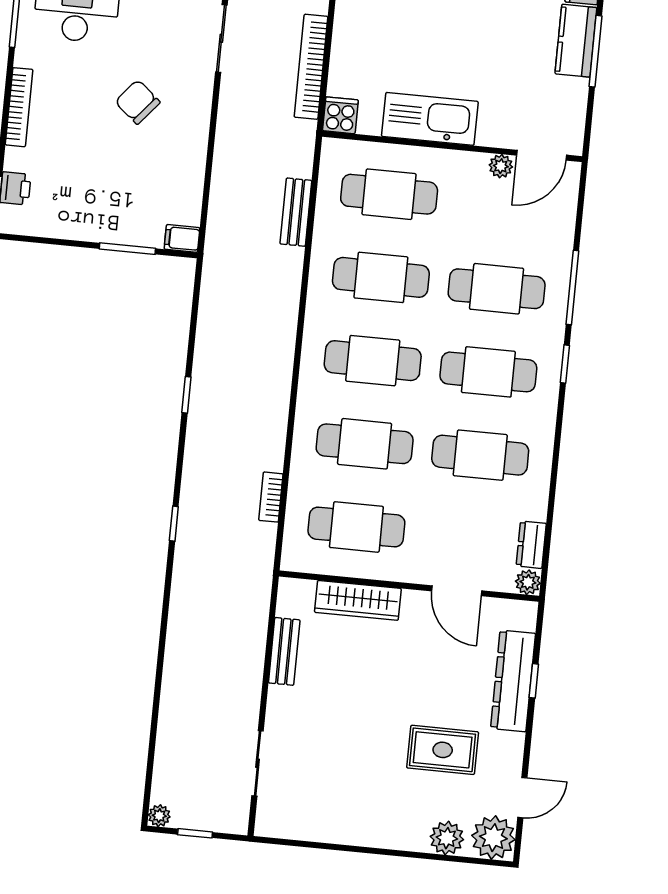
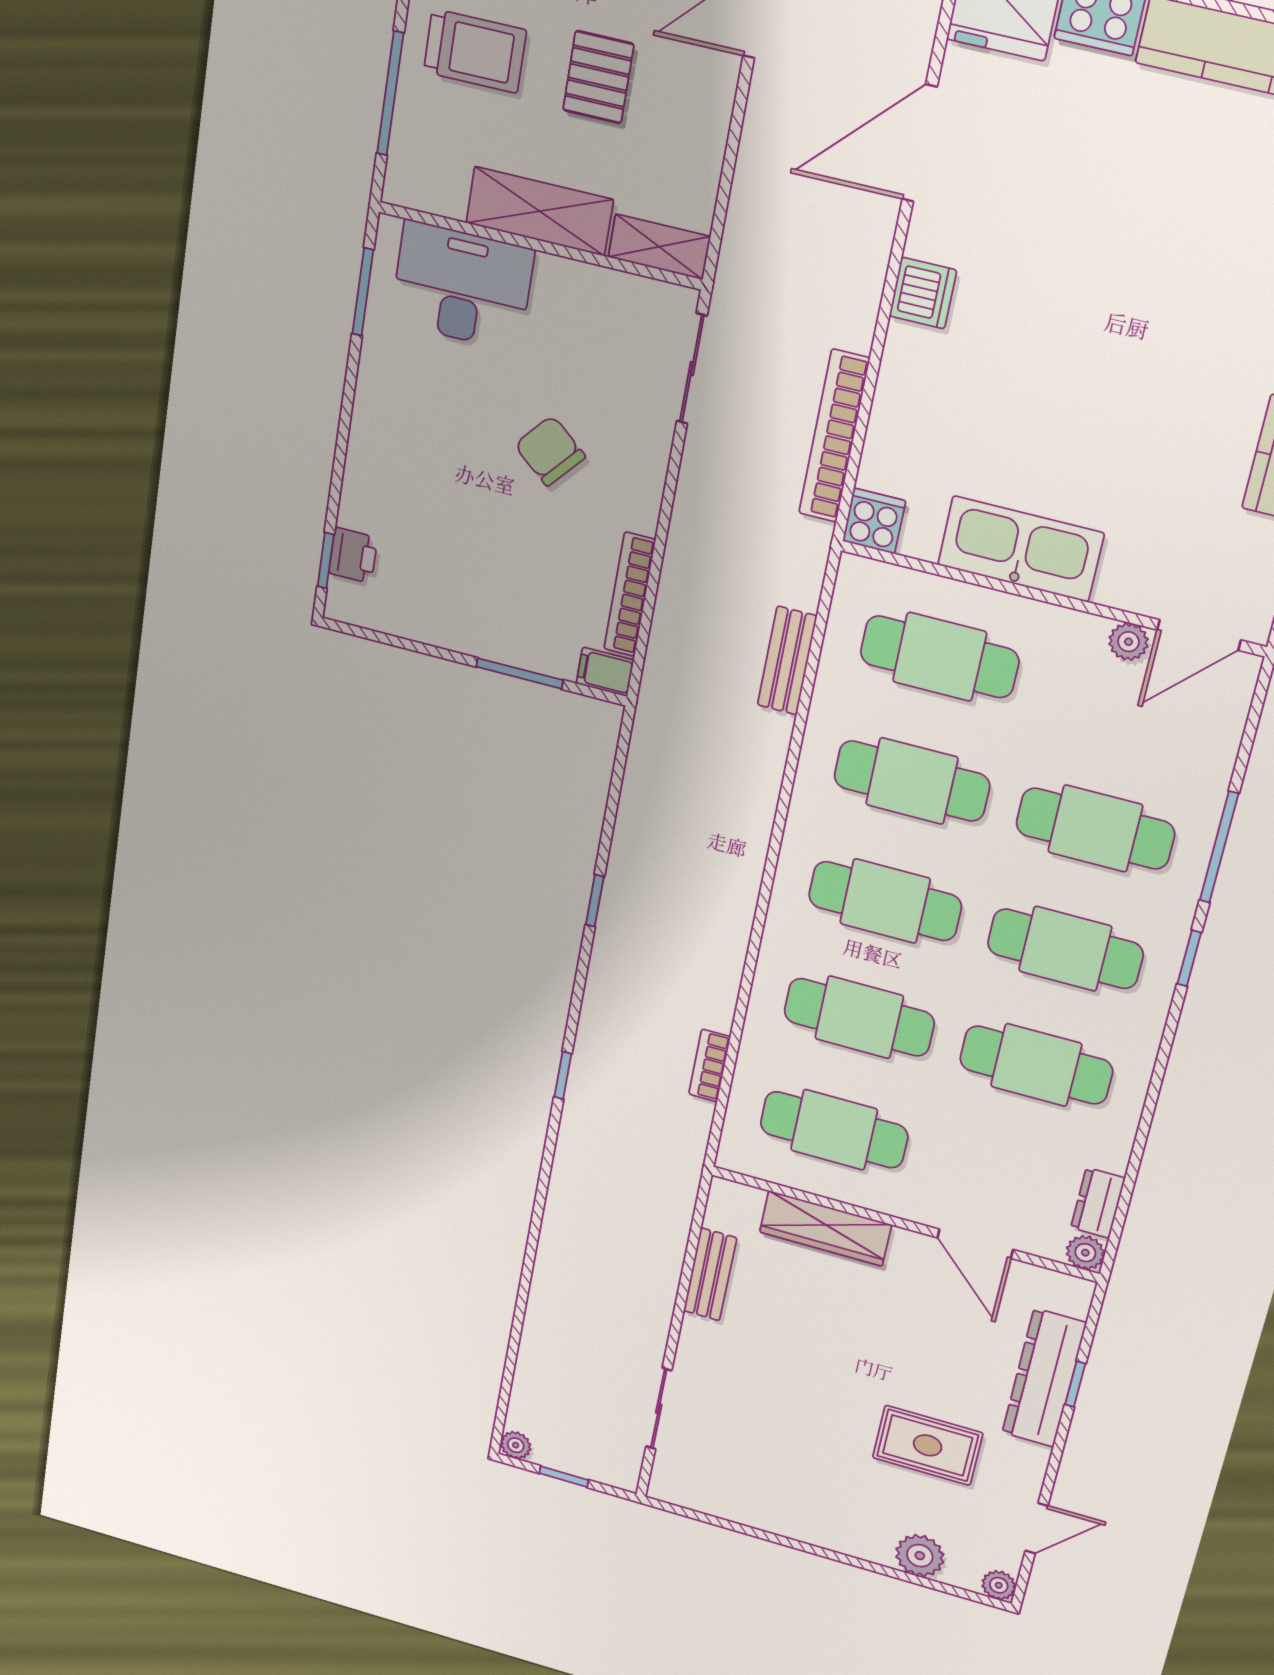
bookcase: (19, 107) -> (630, 594), moved, turned 180
plant: (493, 838) -> (999, 1585), width x0.53, depth x0.53

